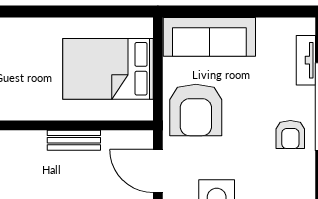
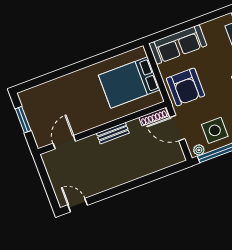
shoe rack: (127, 138) -> (154, 117), added
bench: (74, 140) -> (113, 133), moved

